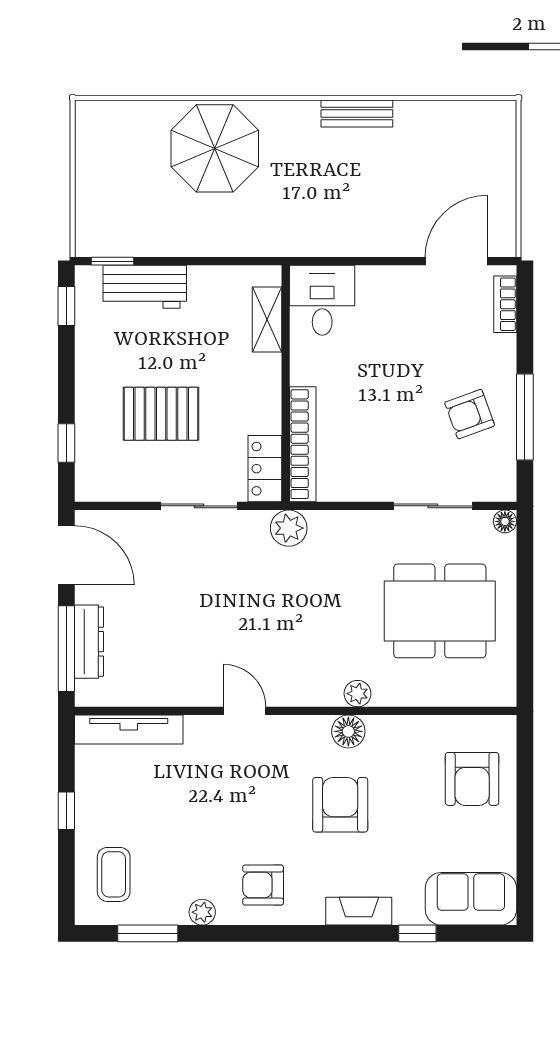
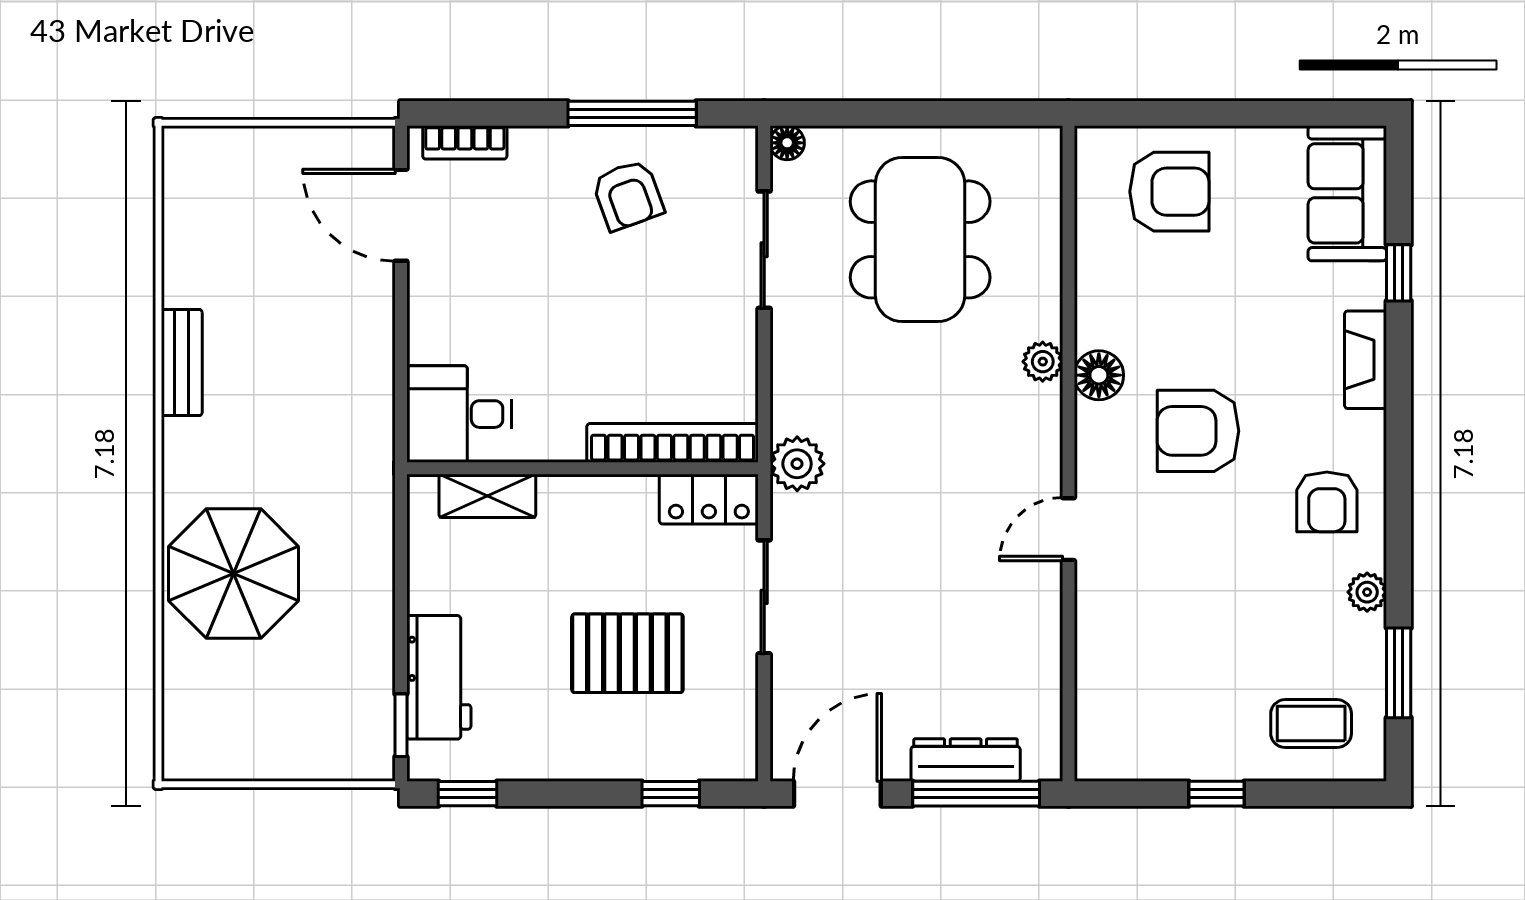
pallet: (161, 414) -> (627, 653), turned 90
tv unit: (129, 730) -> (1096, 701), removed
armchair: (340, 805) -> (1198, 431), moved

